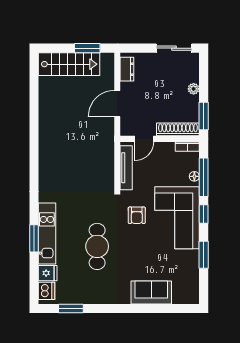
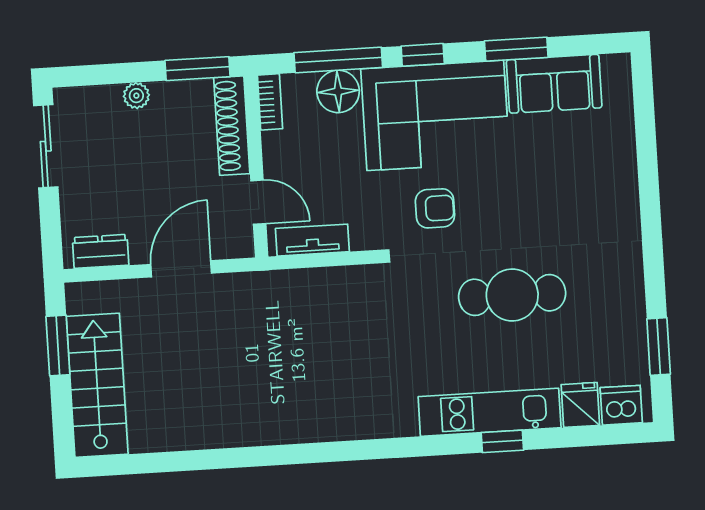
door: (117, 104) -> (181, 269), swing flipped
tv unit: (126, 168) -> (312, 240), width x0.71
floor lamp: (194, 176) -> (338, 91), width x1.89, depth x1.89
window: (34, 238) -> (502, 441), width x0.67
sofa: (151, 293) -> (554, 84), moved, turned -90

